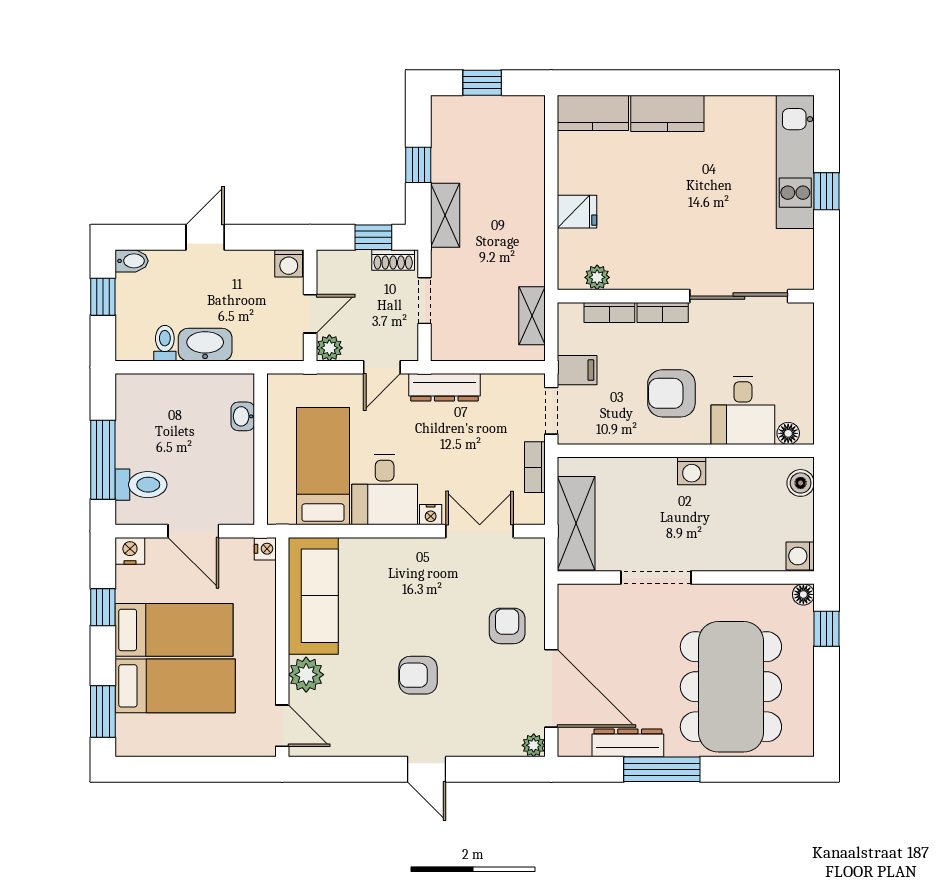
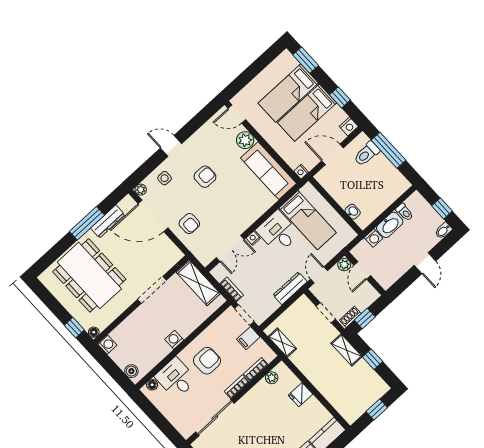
washing machine: (289, 263) -> (373, 238), moved, turned 180
side table: (481, 729) -> (165, 178), added

